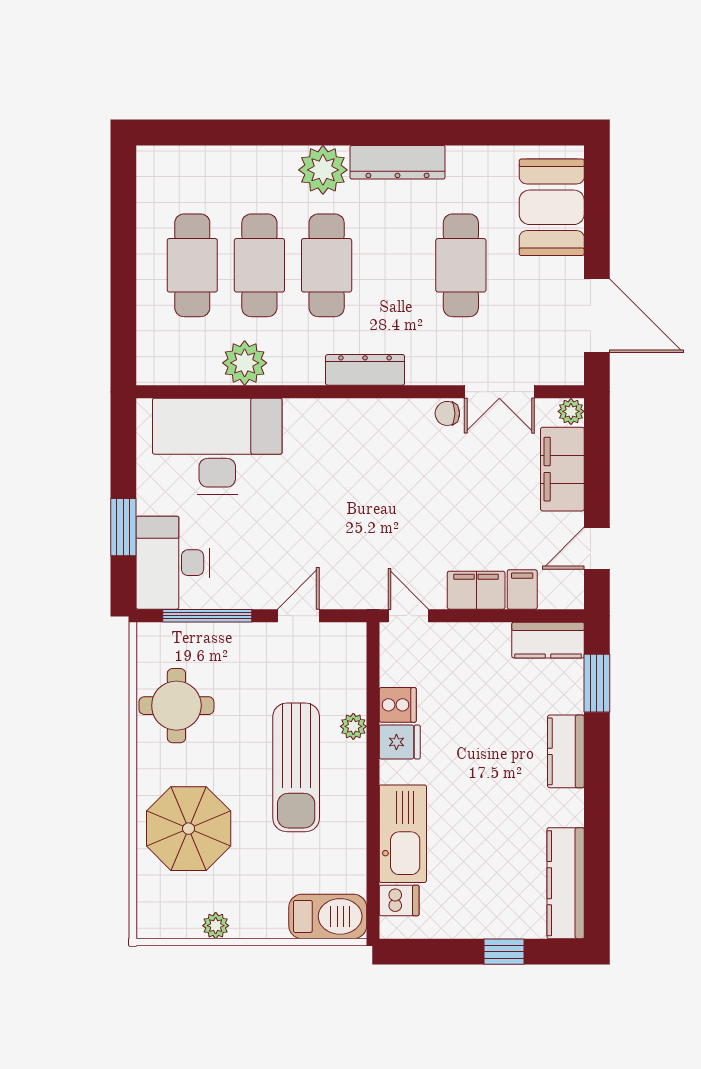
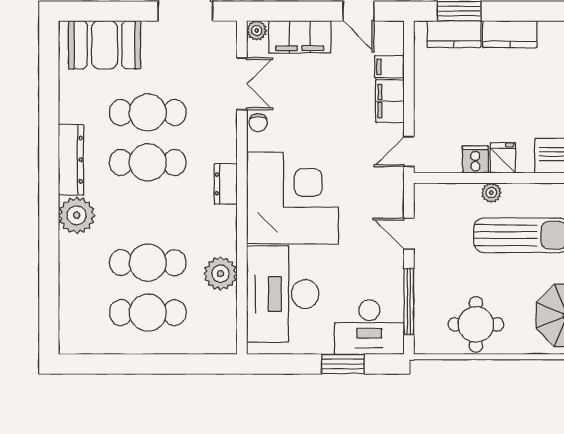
cafe table: (327, 265) -> (148, 163), moved
dresser: (365, 370) -> (226, 184), width x0.70
corner desk: (346, 460) -> (293, 198), added
kitchen counter: (548, 640) -> (454, 34), moved, turned 90

